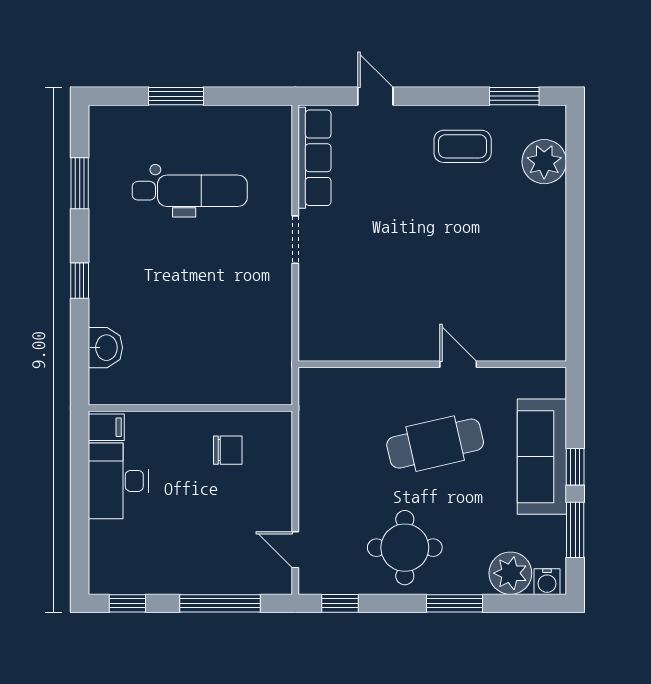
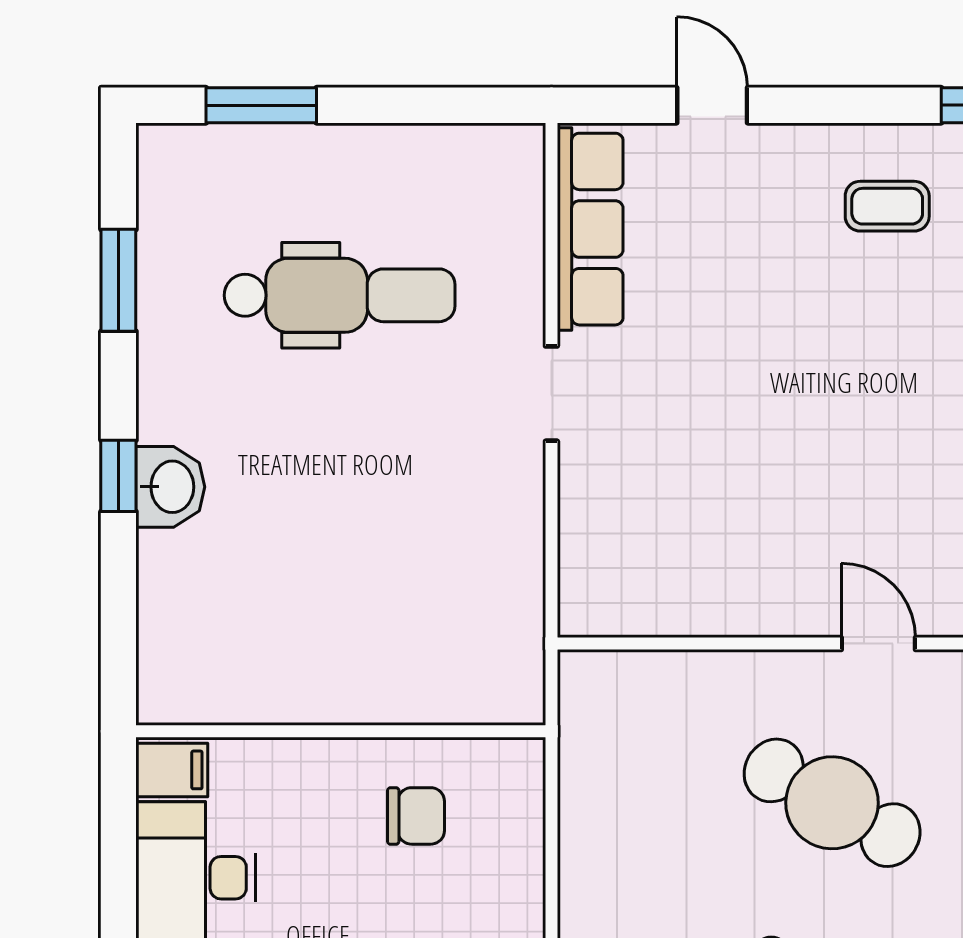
window: (176, 96) -> (261, 105), moved
coffee table: (463, 146) -> (887, 206), width x0.73, depth x0.77
washbasin: (105, 348) -> (170, 487), moved
cafe table: (435, 444) -> (832, 803), turned 42

